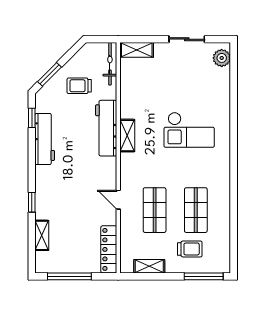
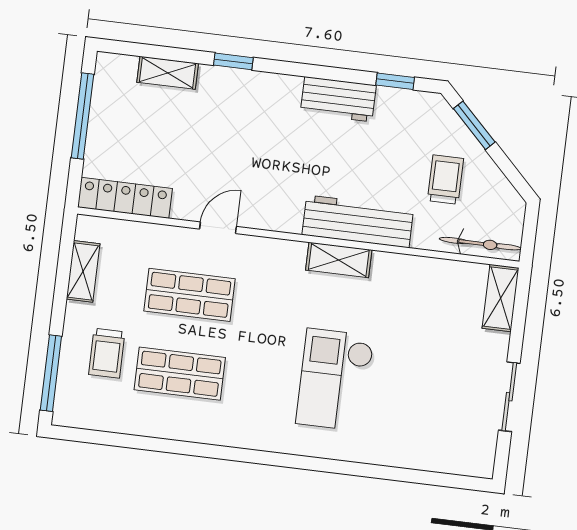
plant: (222, 58) -> (465, 459), removed
workbench: (45, 139) -> (338, 99), width x0.73

